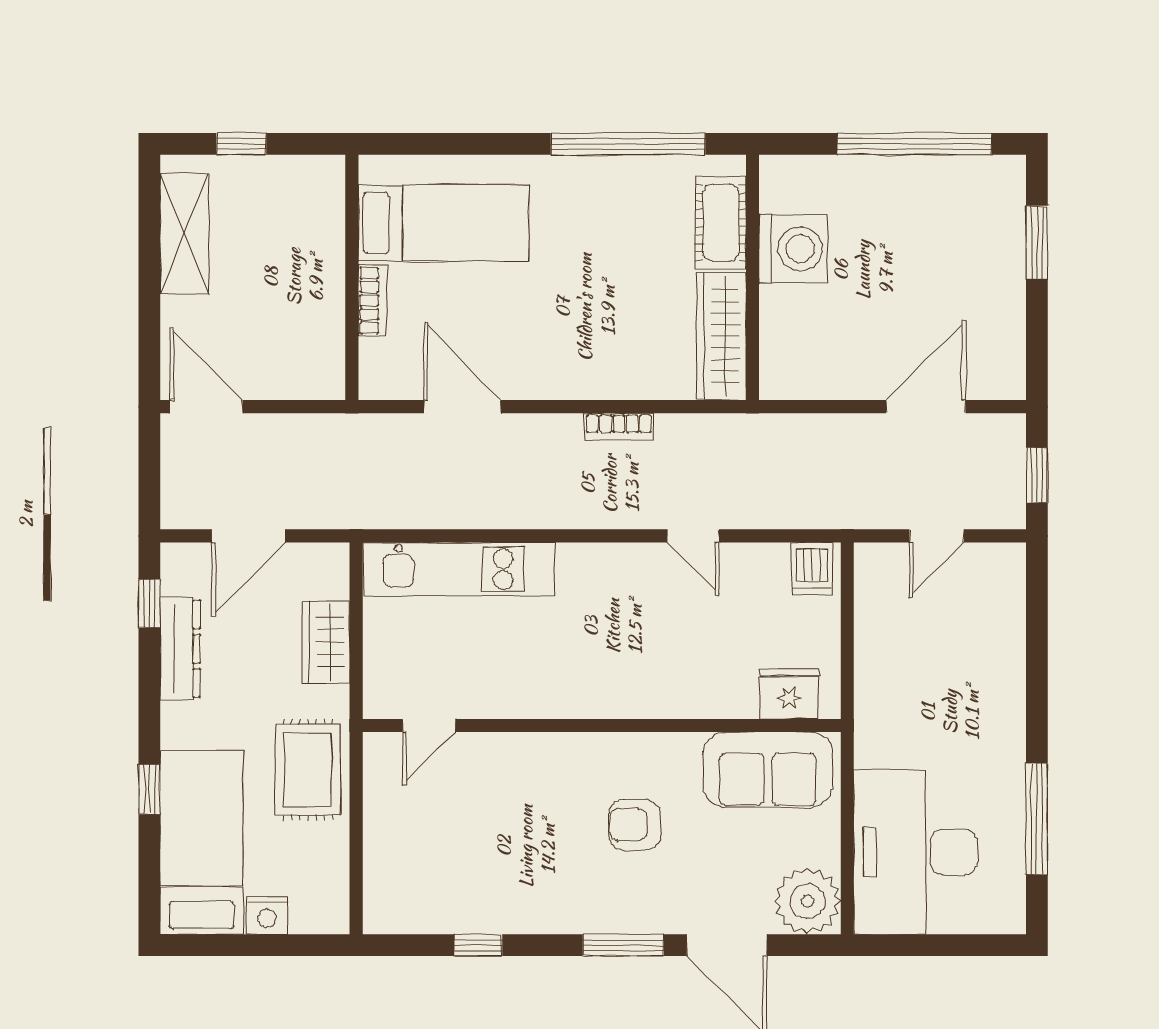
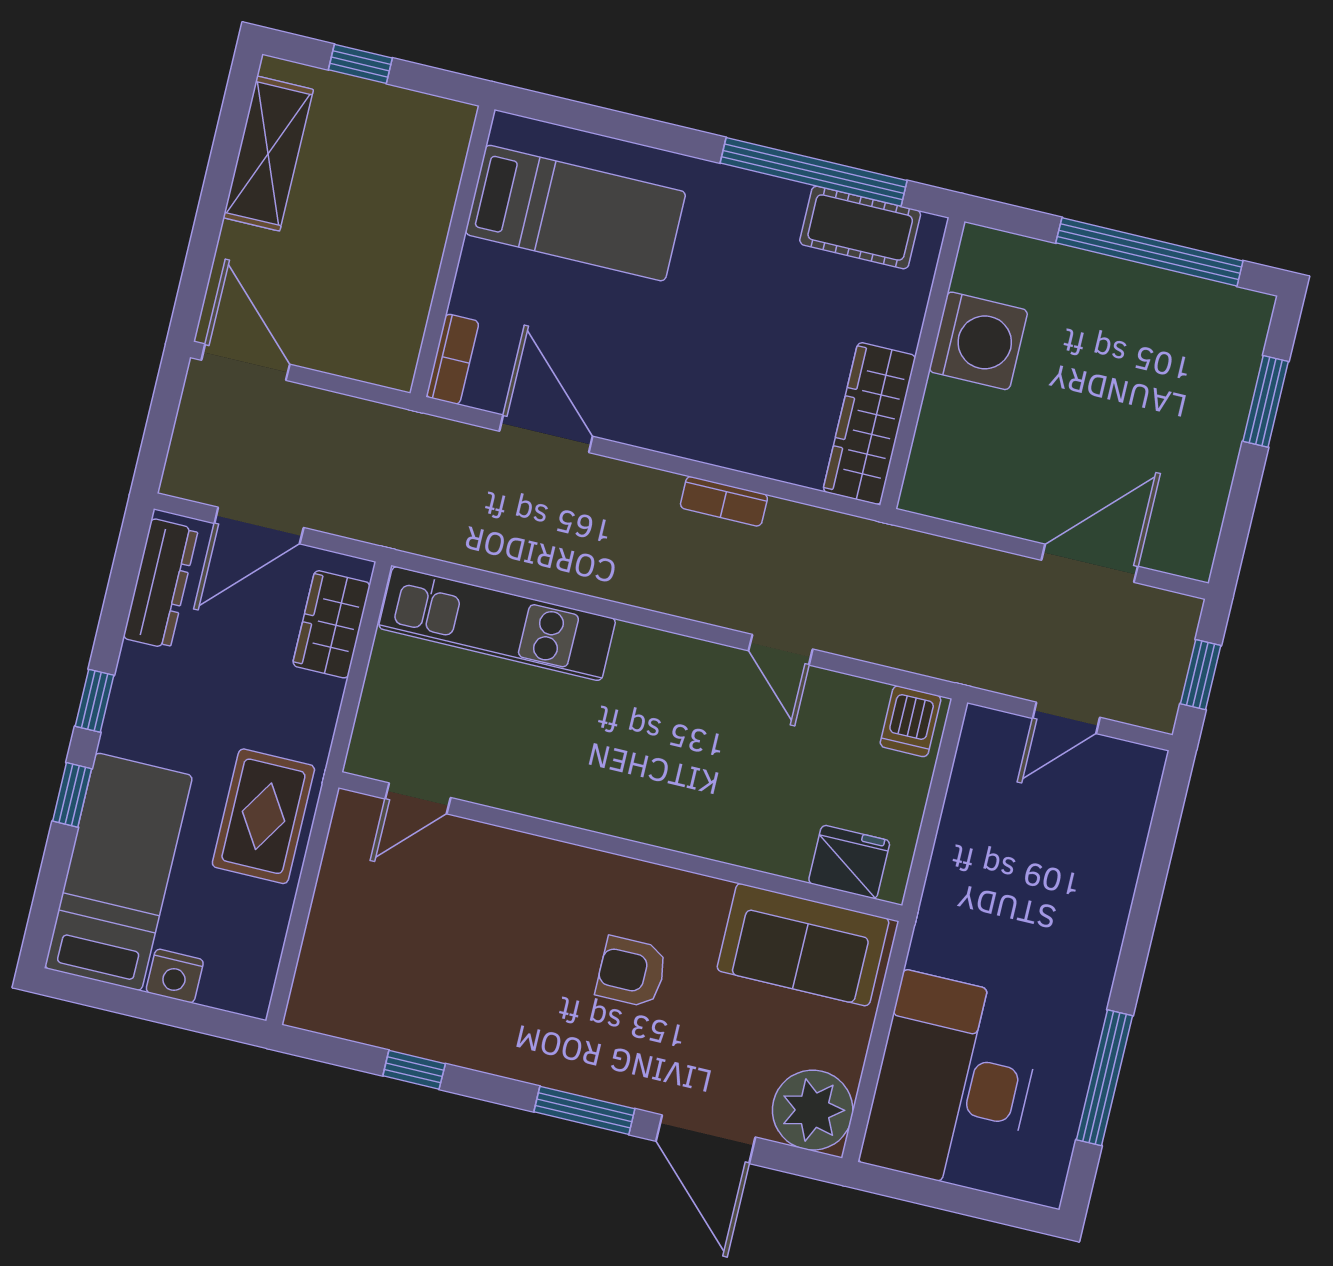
cot: (721, 222) -> (860, 227), moved, turned 90
bookcase: (373, 301) -> (453, 359), moved
window: (149, 603) -> (94, 701), moved
wardrobe: (326, 642) -> (331, 624), moved
dresser: (180, 649) -> (161, 584), moved

